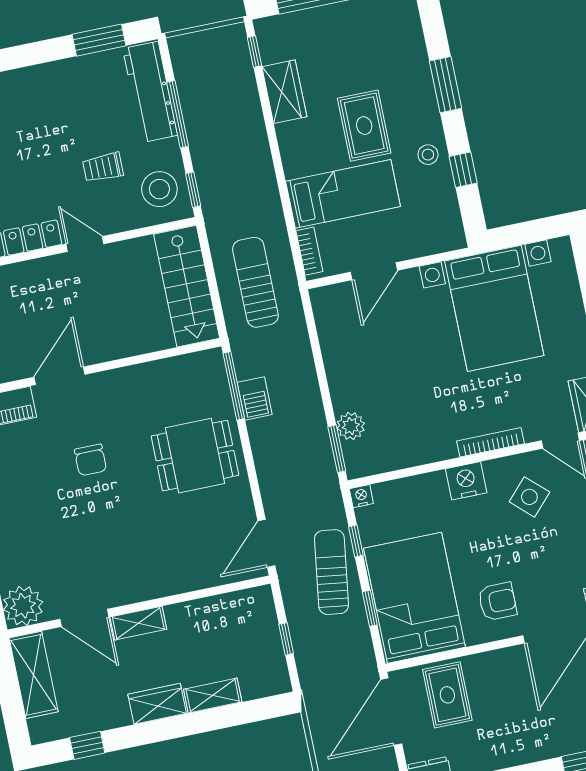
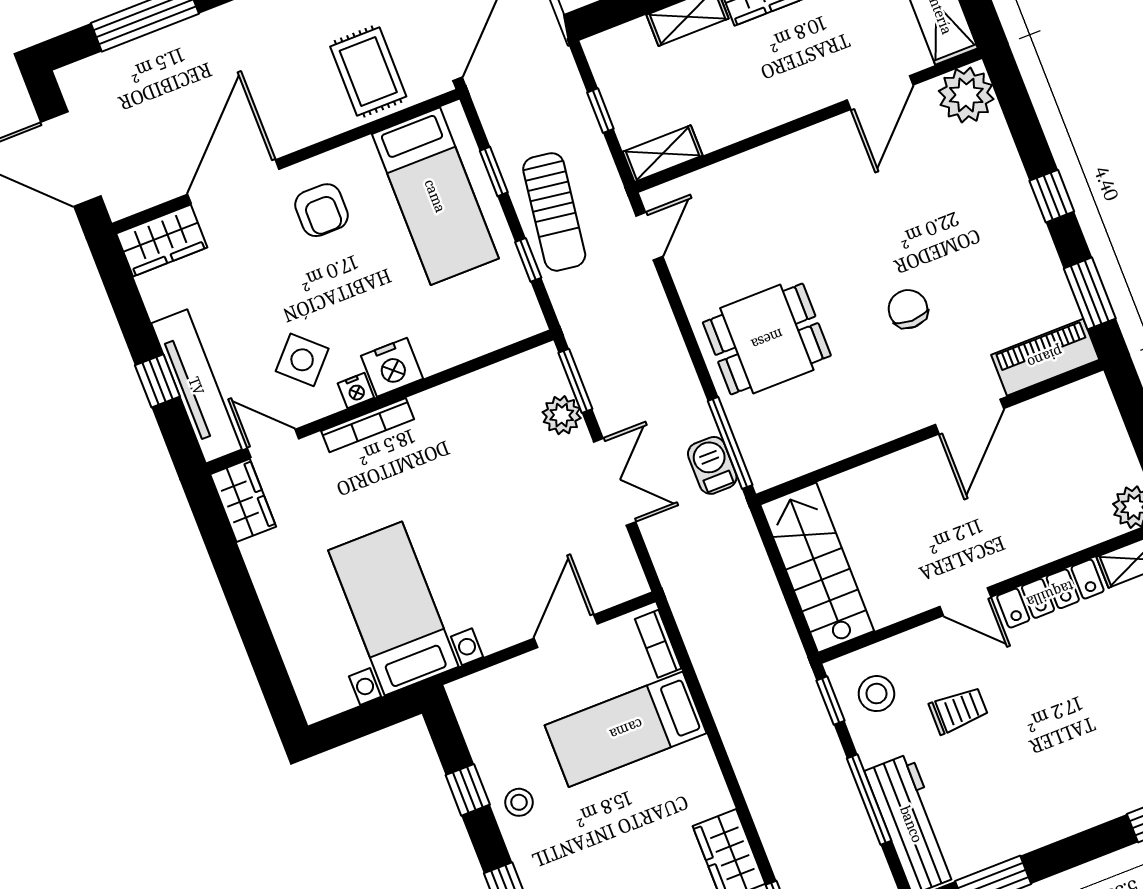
rug: (364, 126) -> (613, 827), removed
stool: (159, 189) -> (876, 694), width x0.73, depth x0.73
sun lounger: (255, 282) -> (724, 589), removed
bed with nightstands: (494, 308) -> (393, 608), width x0.73
double door: (321, 372) -> (615, 482), added
barbecue: (255, 398) -> (712, 465), moved
nightstand: (361, 496) -> (356, 391), moved
door: (266, 543) -> (649, 236), width x0.73
bed: (415, 598) -> (435, 196), width x0.67
armchair: (497, 602) -> (322, 210), turned -90
door: (84, 618) -> (880, 93), swing flipped
shelving: (138, 623) -> (663, 154), moved

